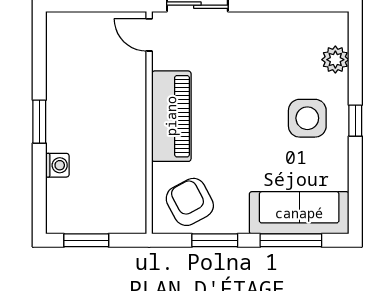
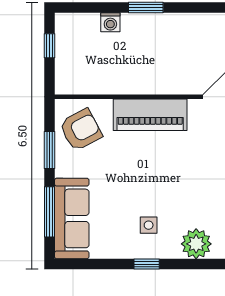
plant: (335, 60) -> (196, 244), width x1.36, depth x1.36
side table: (307, 118) -> (149, 225), width x0.54, depth x0.54
window: (86, 240) -> (49, 46), width x0.67

